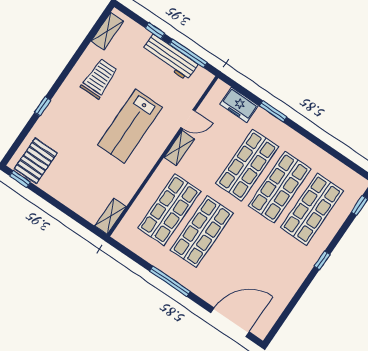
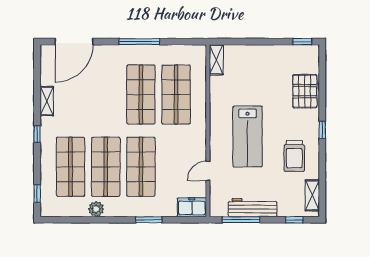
window: (155, 31) -> (294, 220), moved
freezer: (239, 105) -> (192, 207), moved
window: (43, 106) -> (322, 130), moved
lab bench: (130, 126) -> (248, 136), turned 180
shelving: (179, 148) -> (47, 101), moved
plant: (315, 154) -> (96, 209), added
pallet: (36, 161) -> (305, 91), moved

